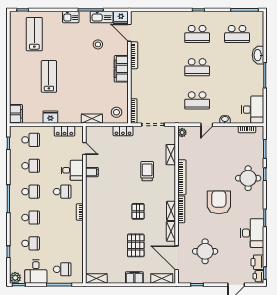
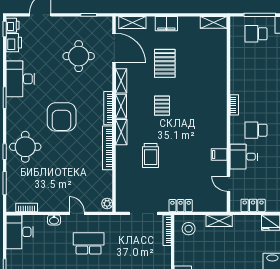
door: (207, 125) -> (77, 213), hinge flipped
shelving: (171, 155) -> (121, 132), moved

